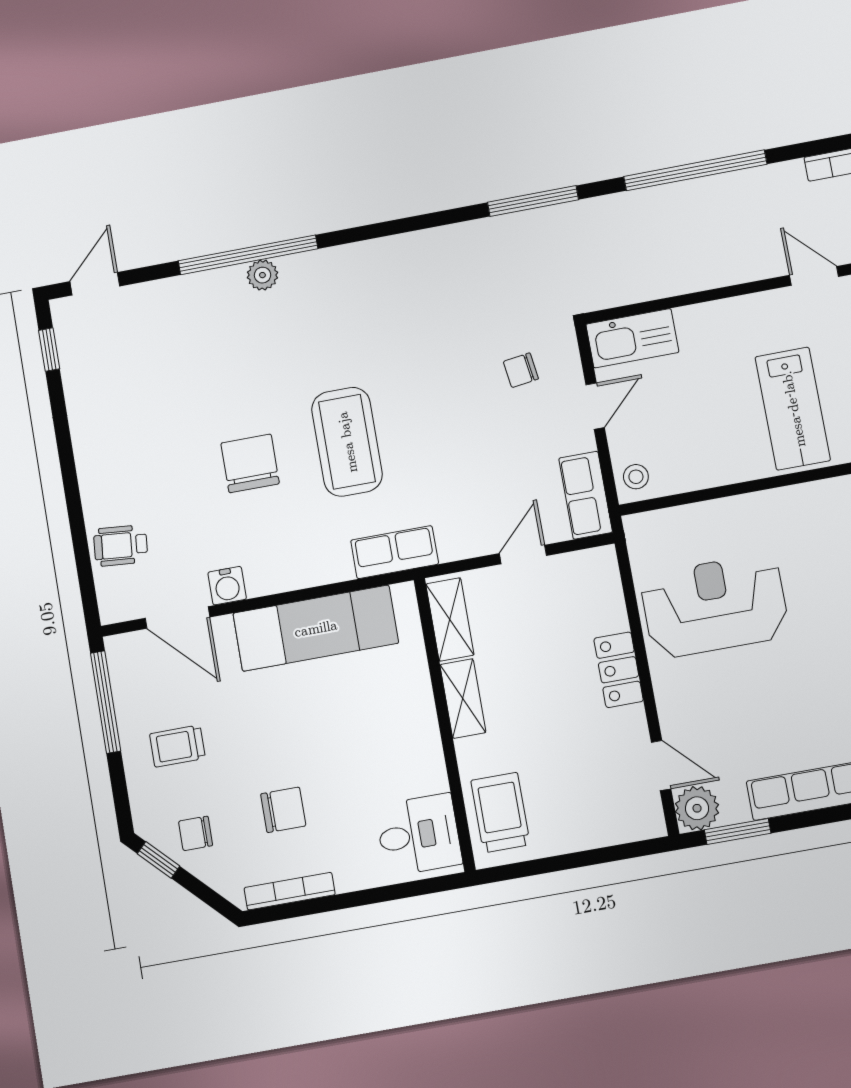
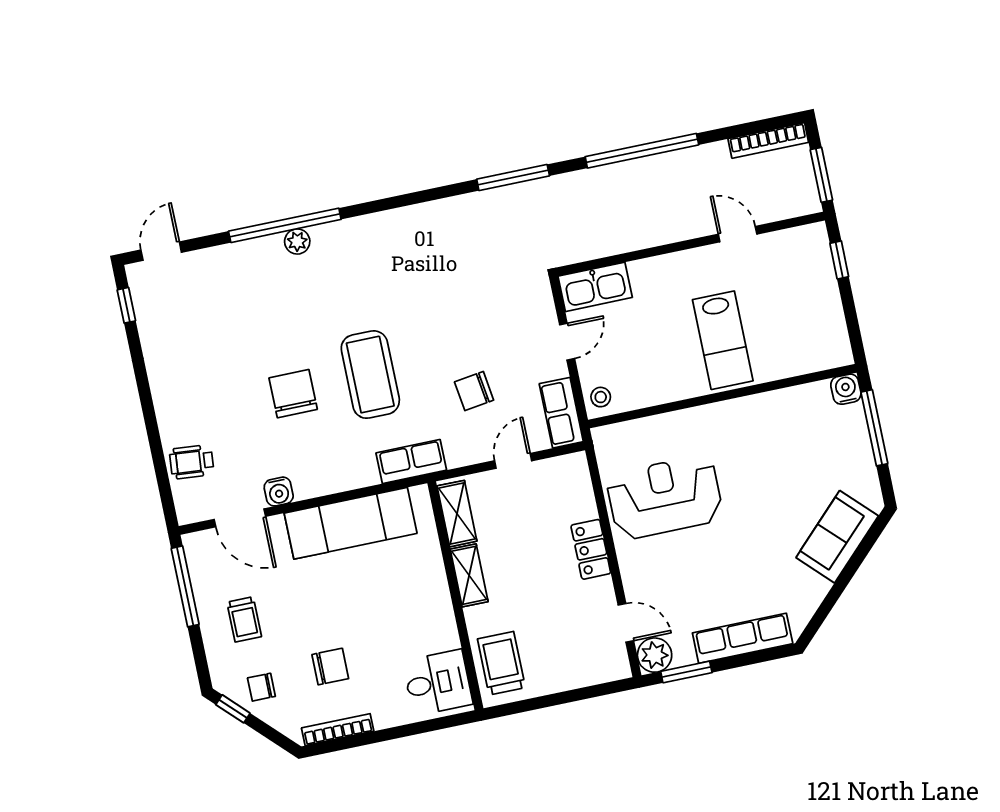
chair: (521, 370) -> (474, 391), moved, width x1.37, depth x1.37
trolley: (177, 746) -> (244, 619), turned -90

